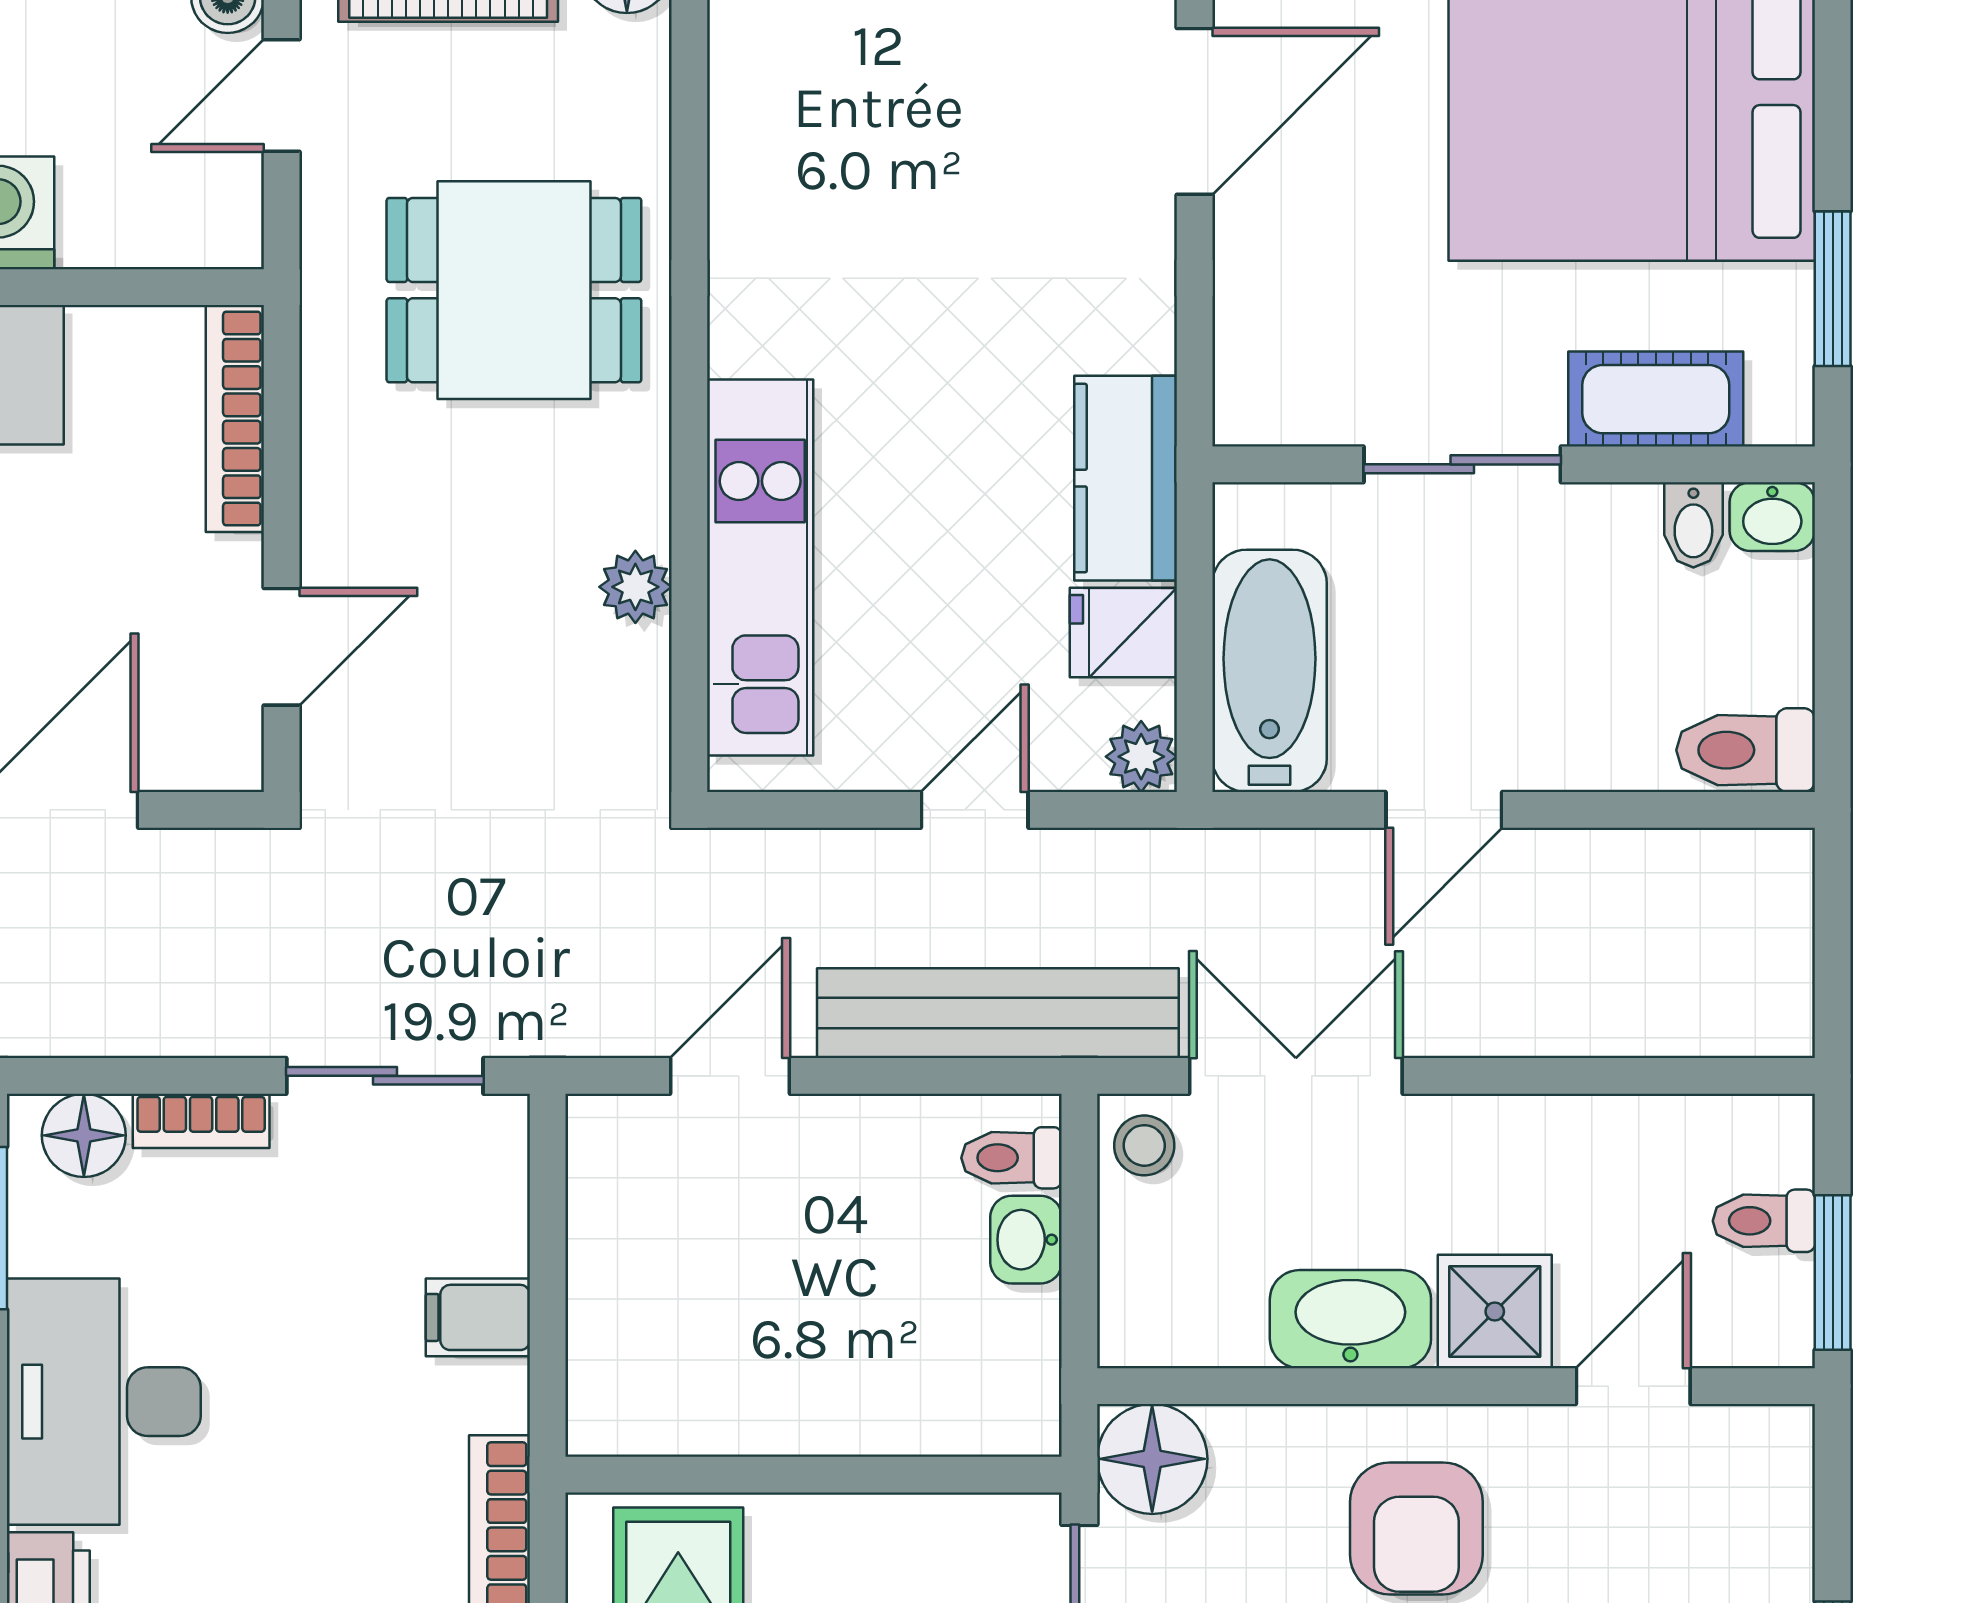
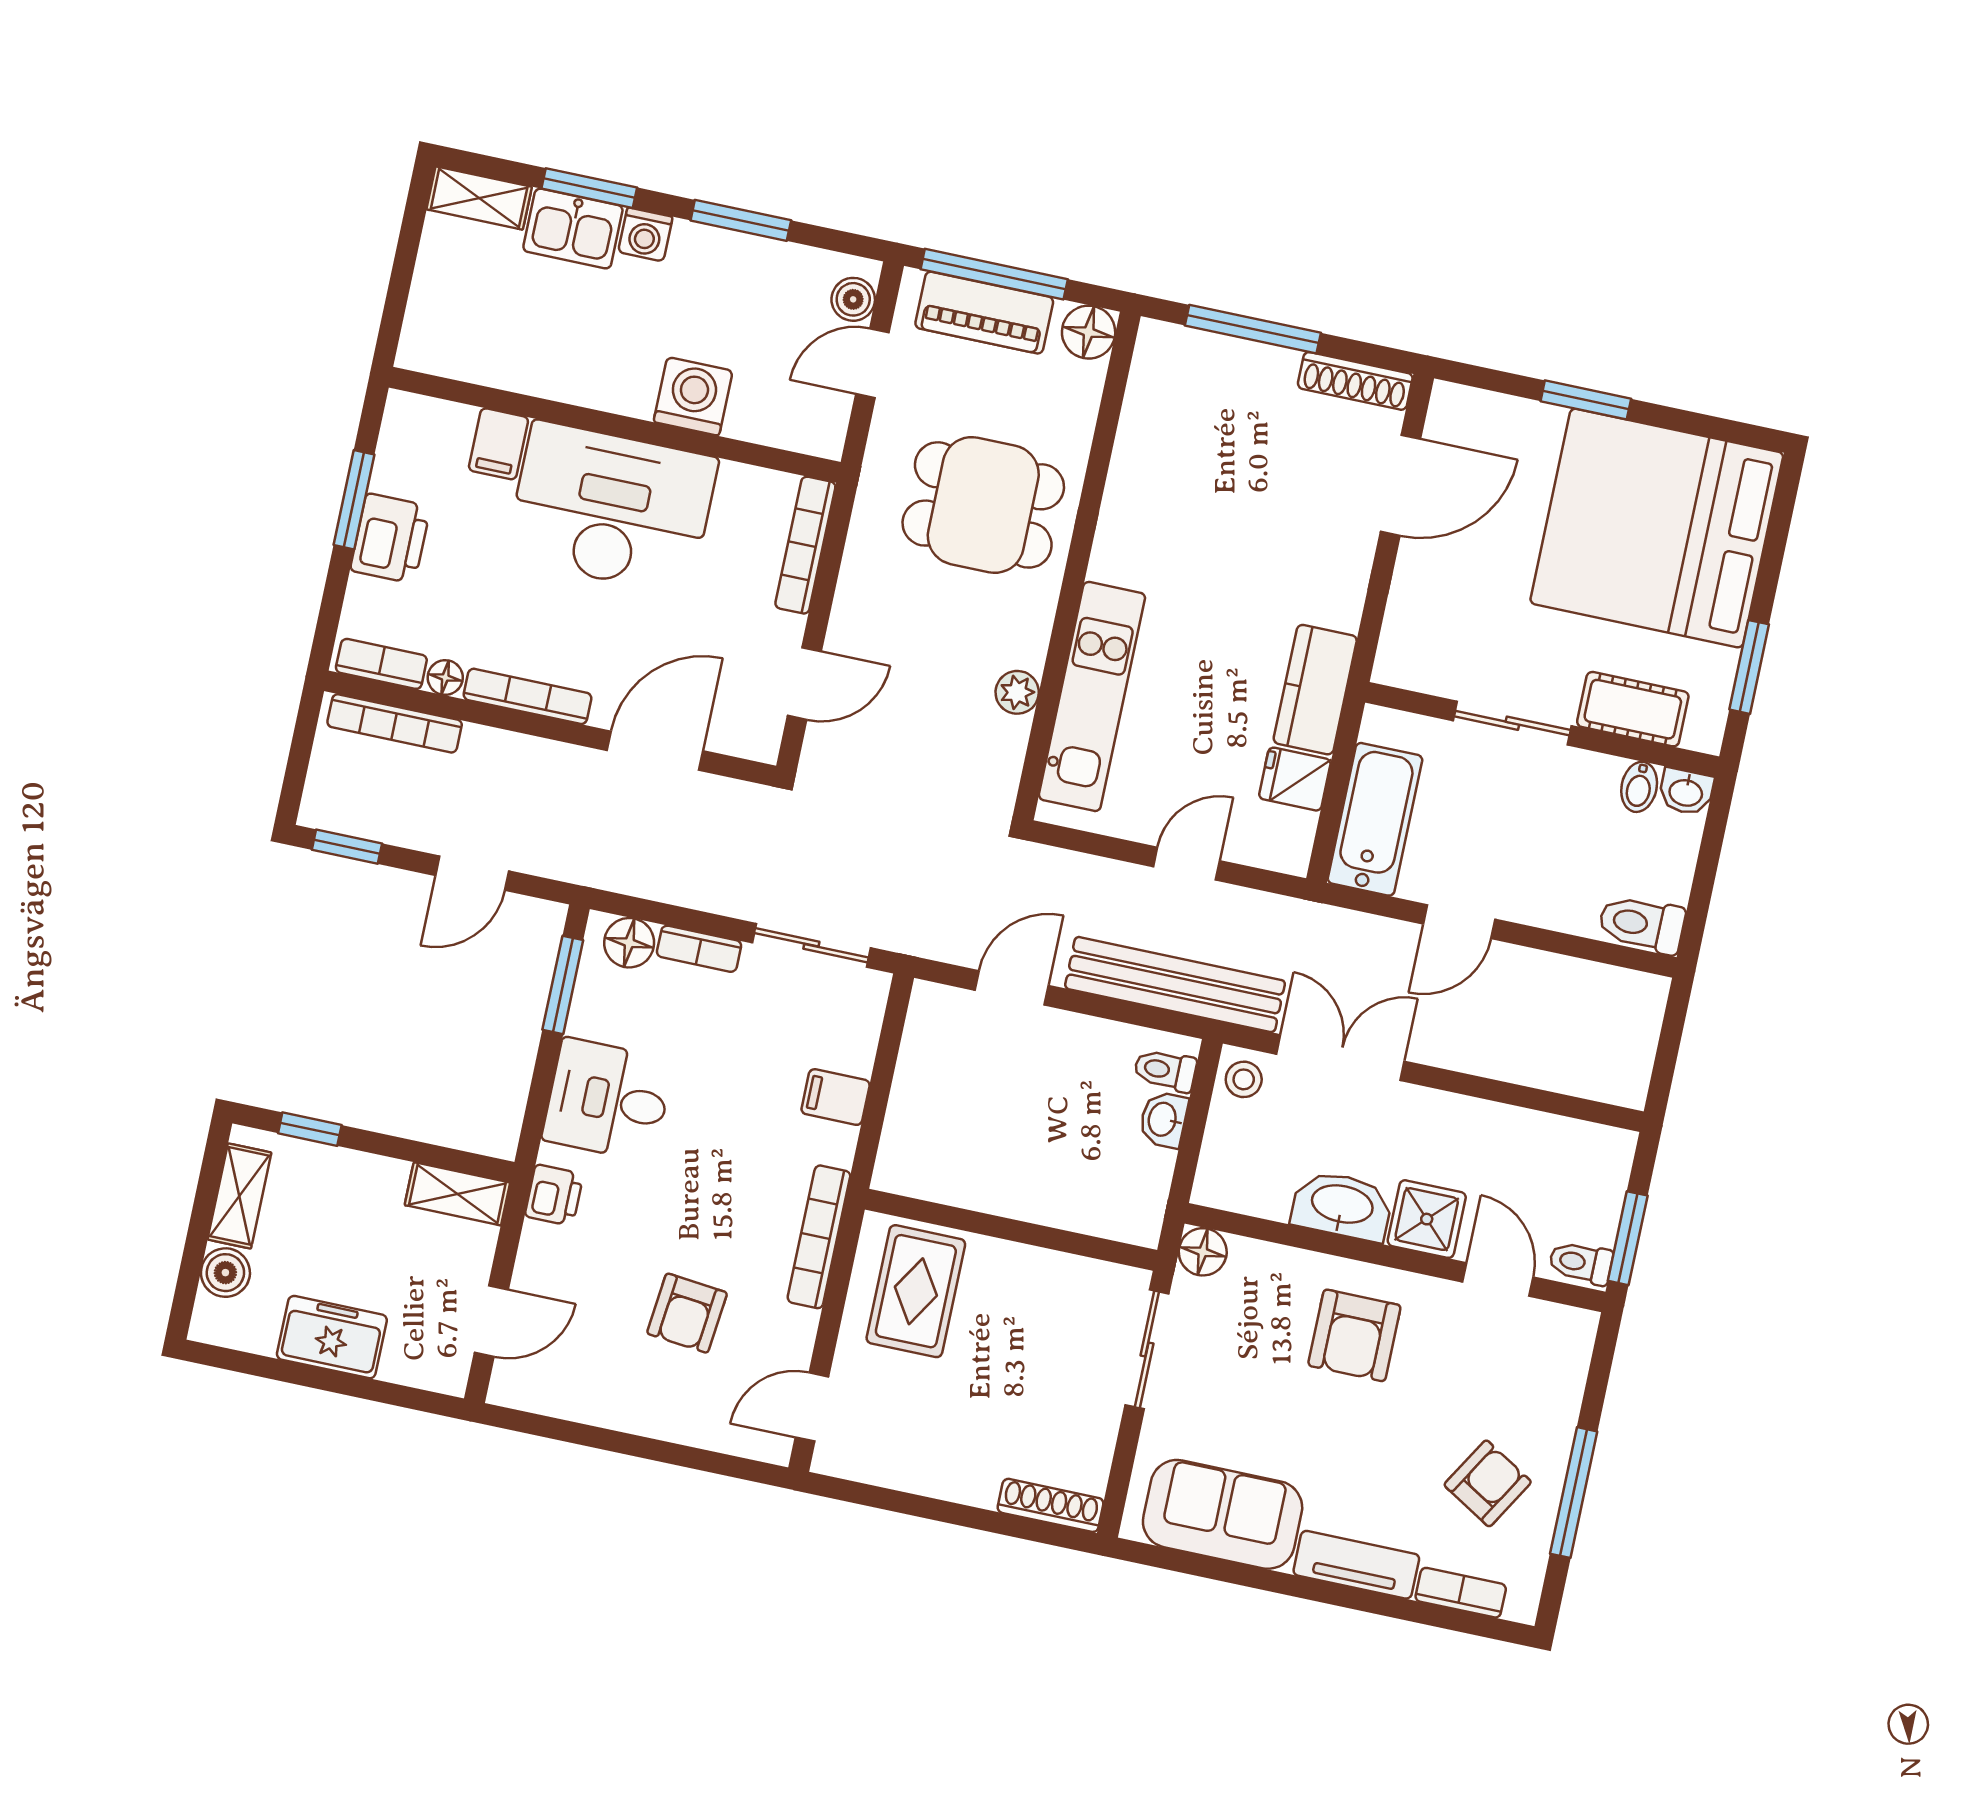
plant: (1141, 757) -> (1290, 853), removed
toilet: (1764, 1221) -> (1581, 1263), moved
door: (1633, 1386) -> (1498, 1279), hinge flipped
desk: (104, 1402) -> (608, 1100), width x0.73
floor lamp: (1152, 1459) -> (1203, 1252), width x0.73, depth x0.73

